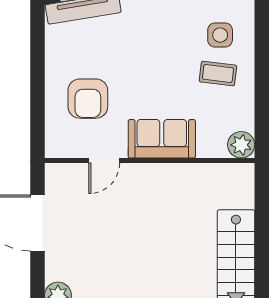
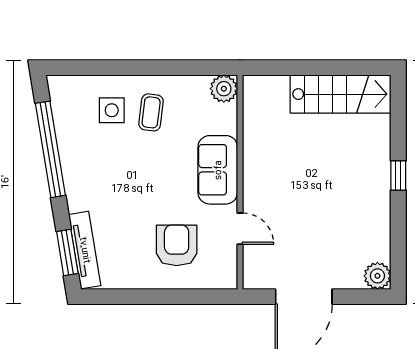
armchair: (88, 99) -> (177, 245), turned -90

